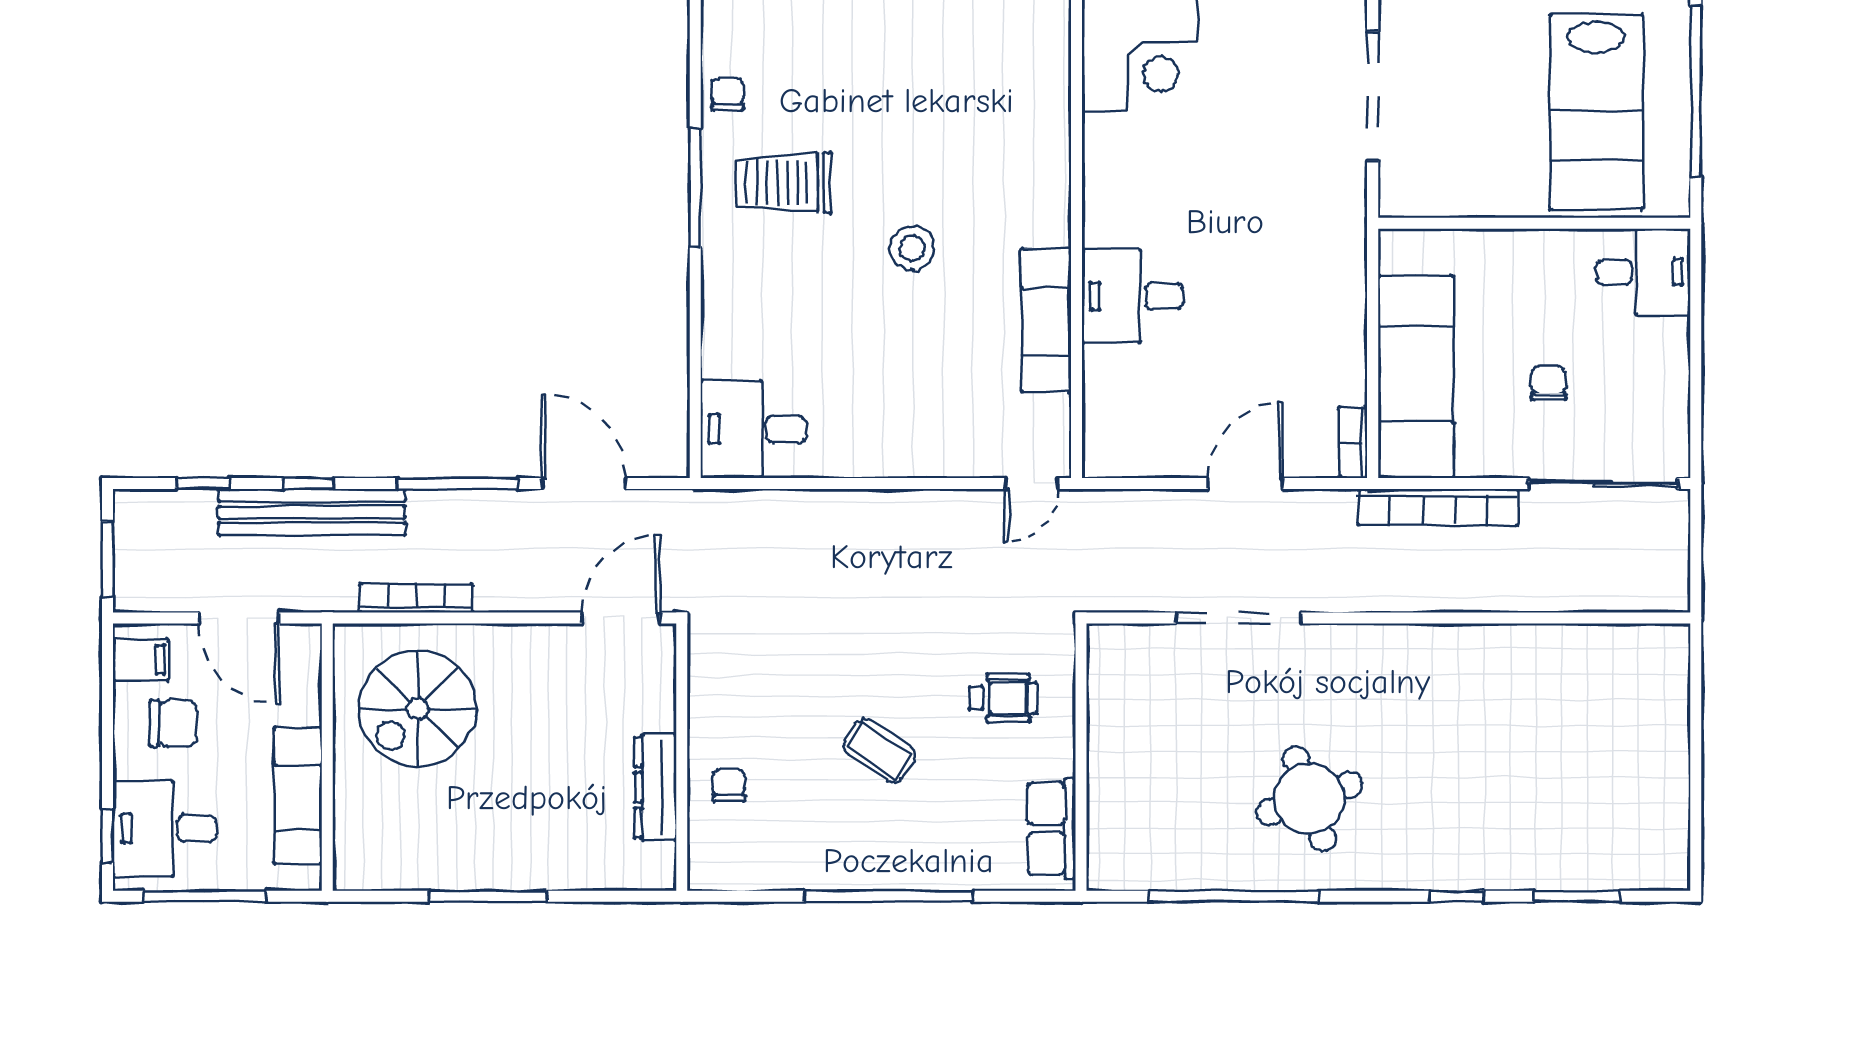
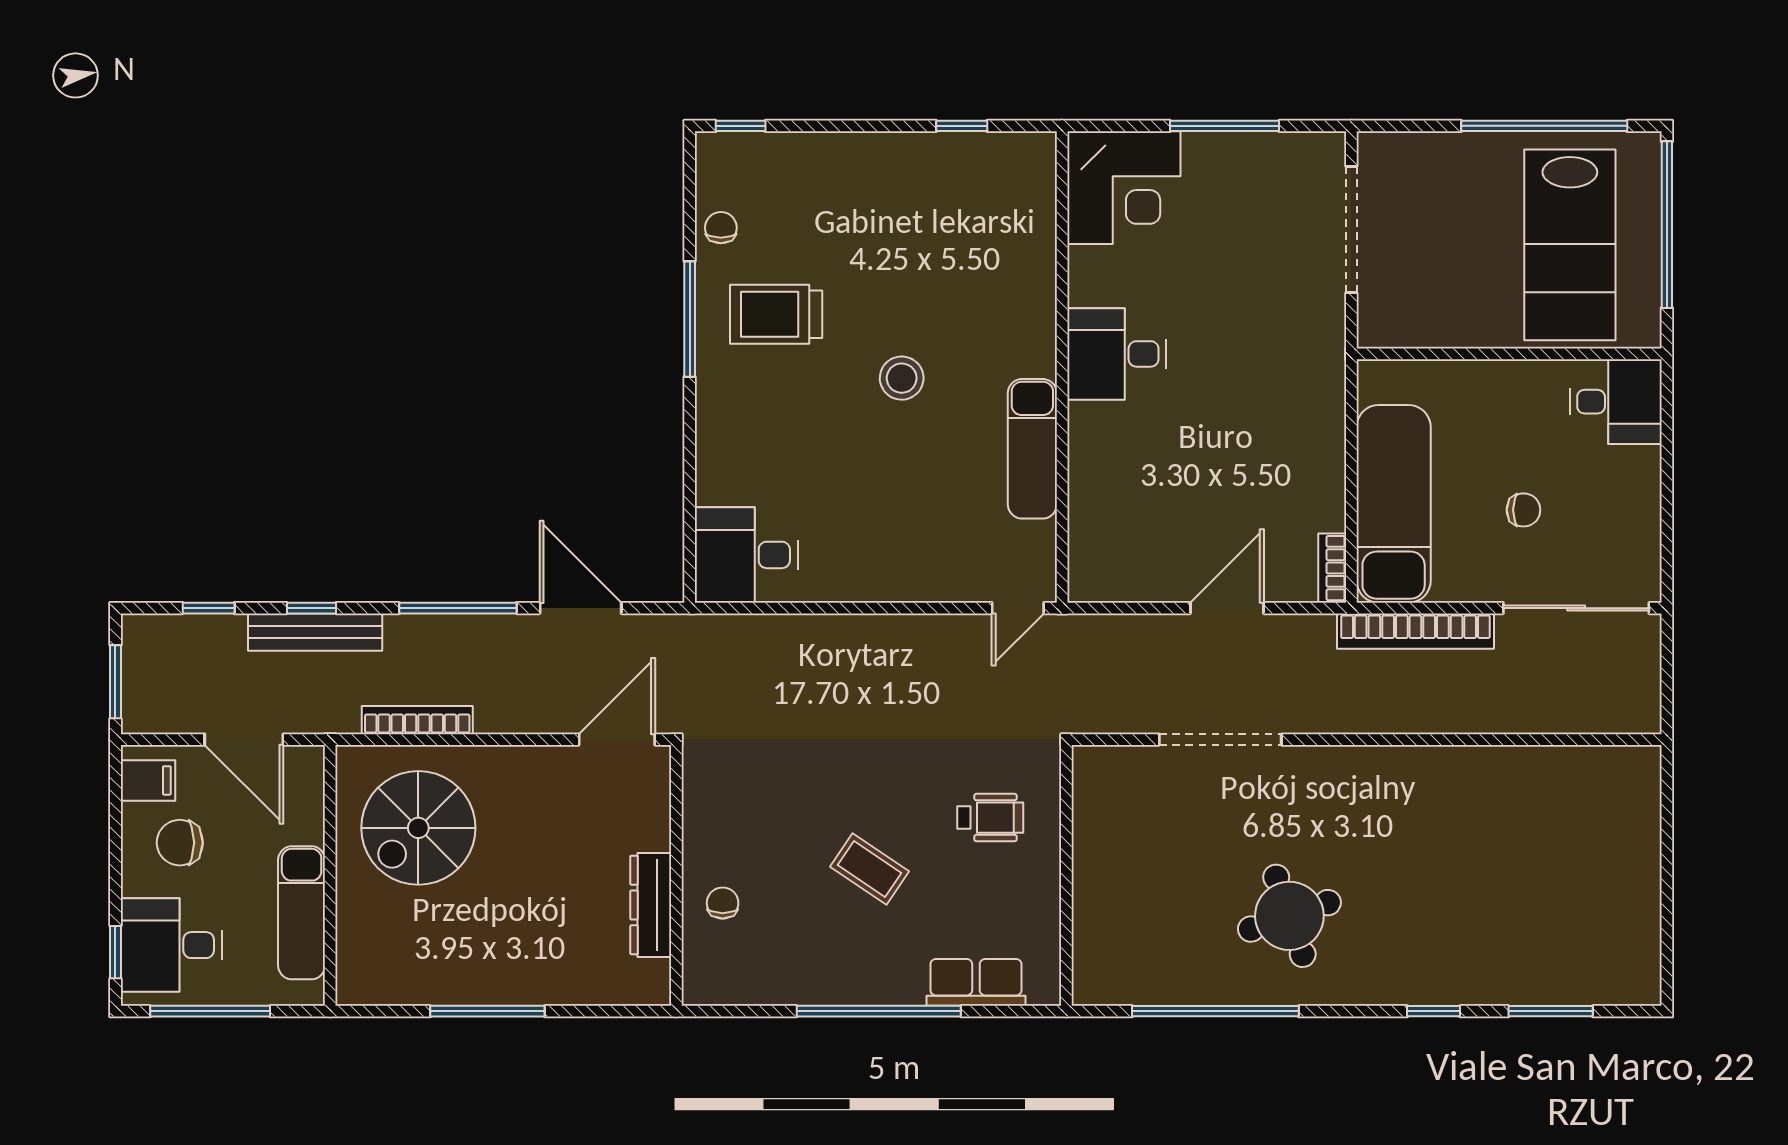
desk: (1133, 296) -> (1117, 354), moved
chair: (1549, 383) -> (1523, 510), turned 90
bench: (312, 512) -> (315, 632), width x0.73, depth x0.82
chair: (173, 724) -> (180, 843), turned 180
row of seats: (1051, 828) -> (976, 982), moved, turned 90

